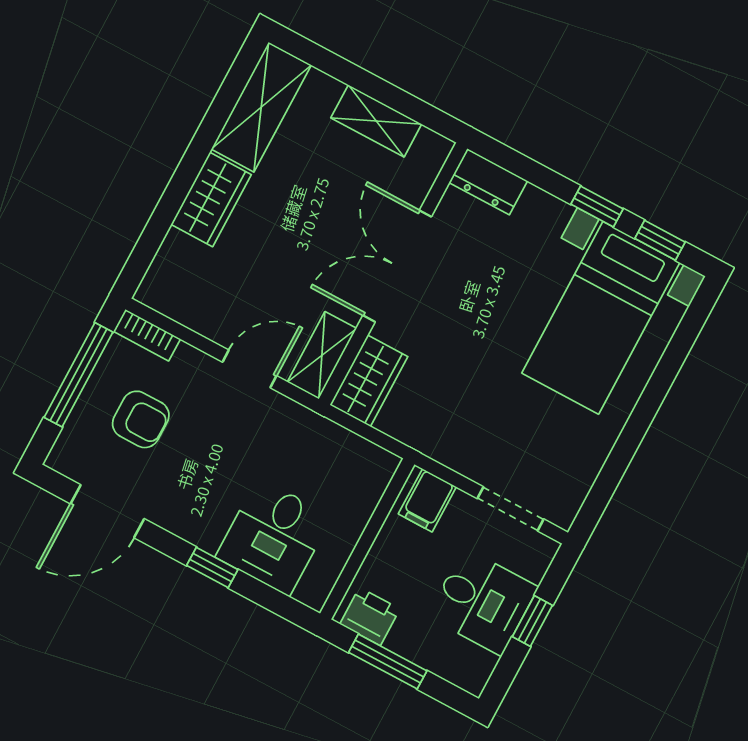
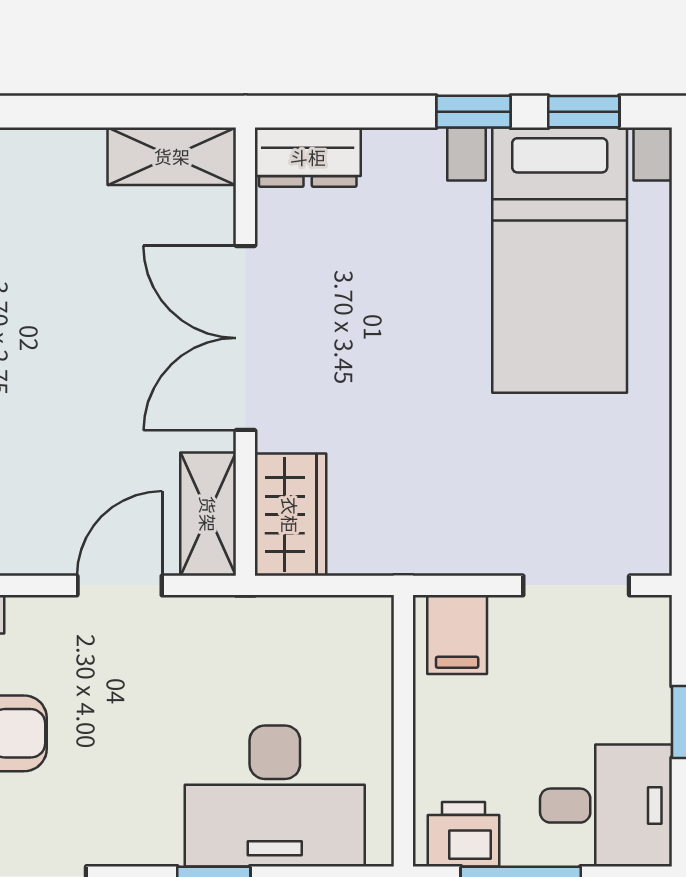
shelving: (376, 121) -> (172, 156), moved
desk: (274, 537) -> (275, 796), width x1.37
desk: (483, 602) -> (606, 806), moved

